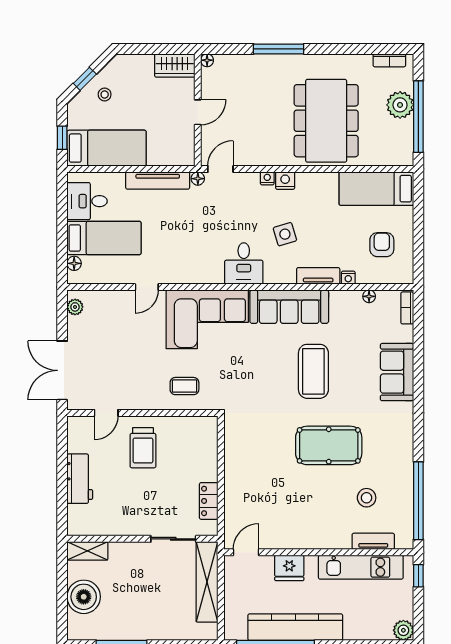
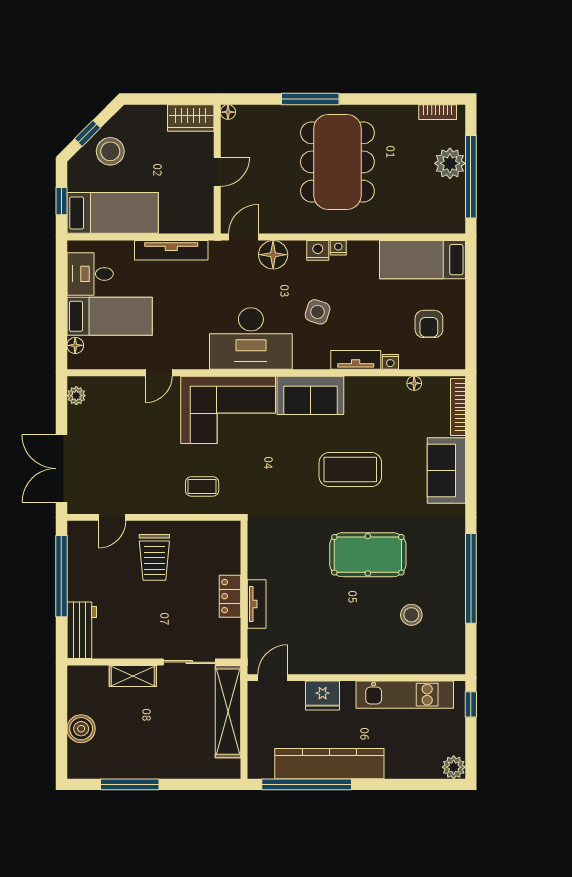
stool: (105, 94) -> (110, 151), width x1.89, depth x1.89
dining table: (326, 121) -> (337, 162), moved
nightstand: (267, 178) -> (338, 248), moved
floor lamp: (198, 179) -> (273, 255), moved, width x1.89, depth x1.89
side table: (285, 234) -> (318, 312), turned 35
armchair: (382, 245) -> (429, 324), turned 180
desk: (244, 264) -> (251, 339), width x1.87, depth x1.30
sofa: (289, 307) -> (310, 395), width x0.73
bookcase: (407, 308) -> (458, 407), width x1.56
coffee table: (313, 371) -> (350, 470), turned 90
window: (62, 464) -> (61, 576), added
workbench: (80, 479) -> (82, 630), moved
locker: (209, 501) -> (230, 596), moved
window: (418, 501) -> (471, 578), moved
tv unit: (373, 541) -> (257, 604), moved, turned 90
shelving: (87, 551) -> (133, 676), moved
boiler: (84, 597) -> (81, 729), width x0.73, depth x0.73

